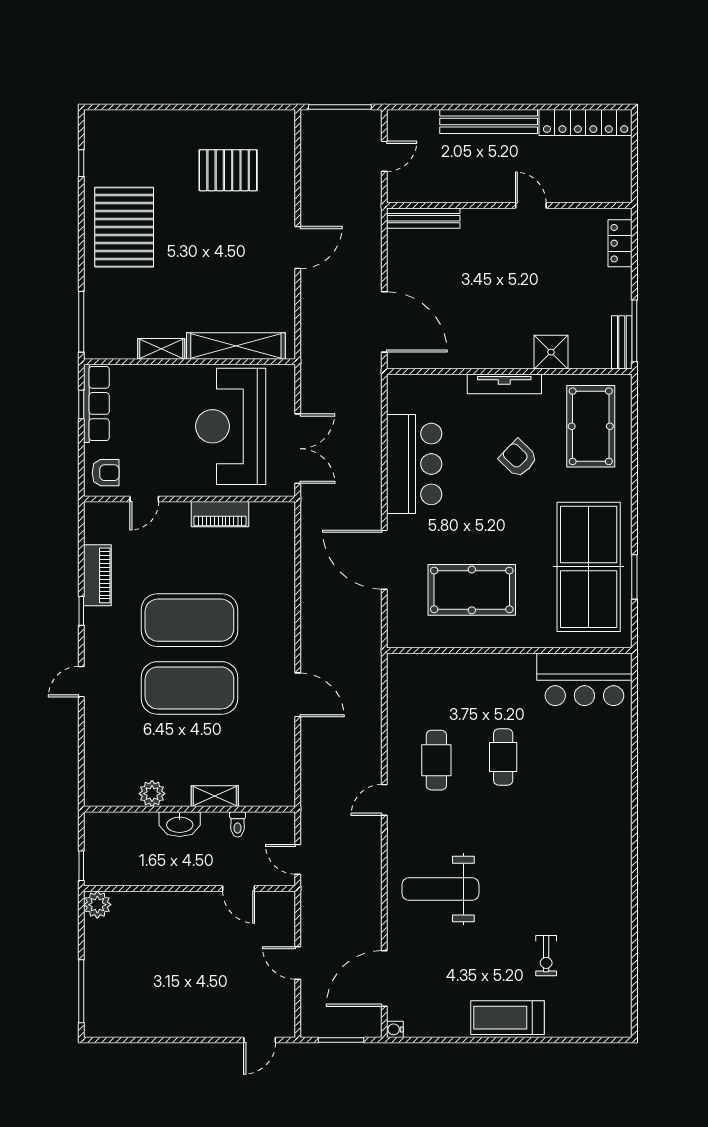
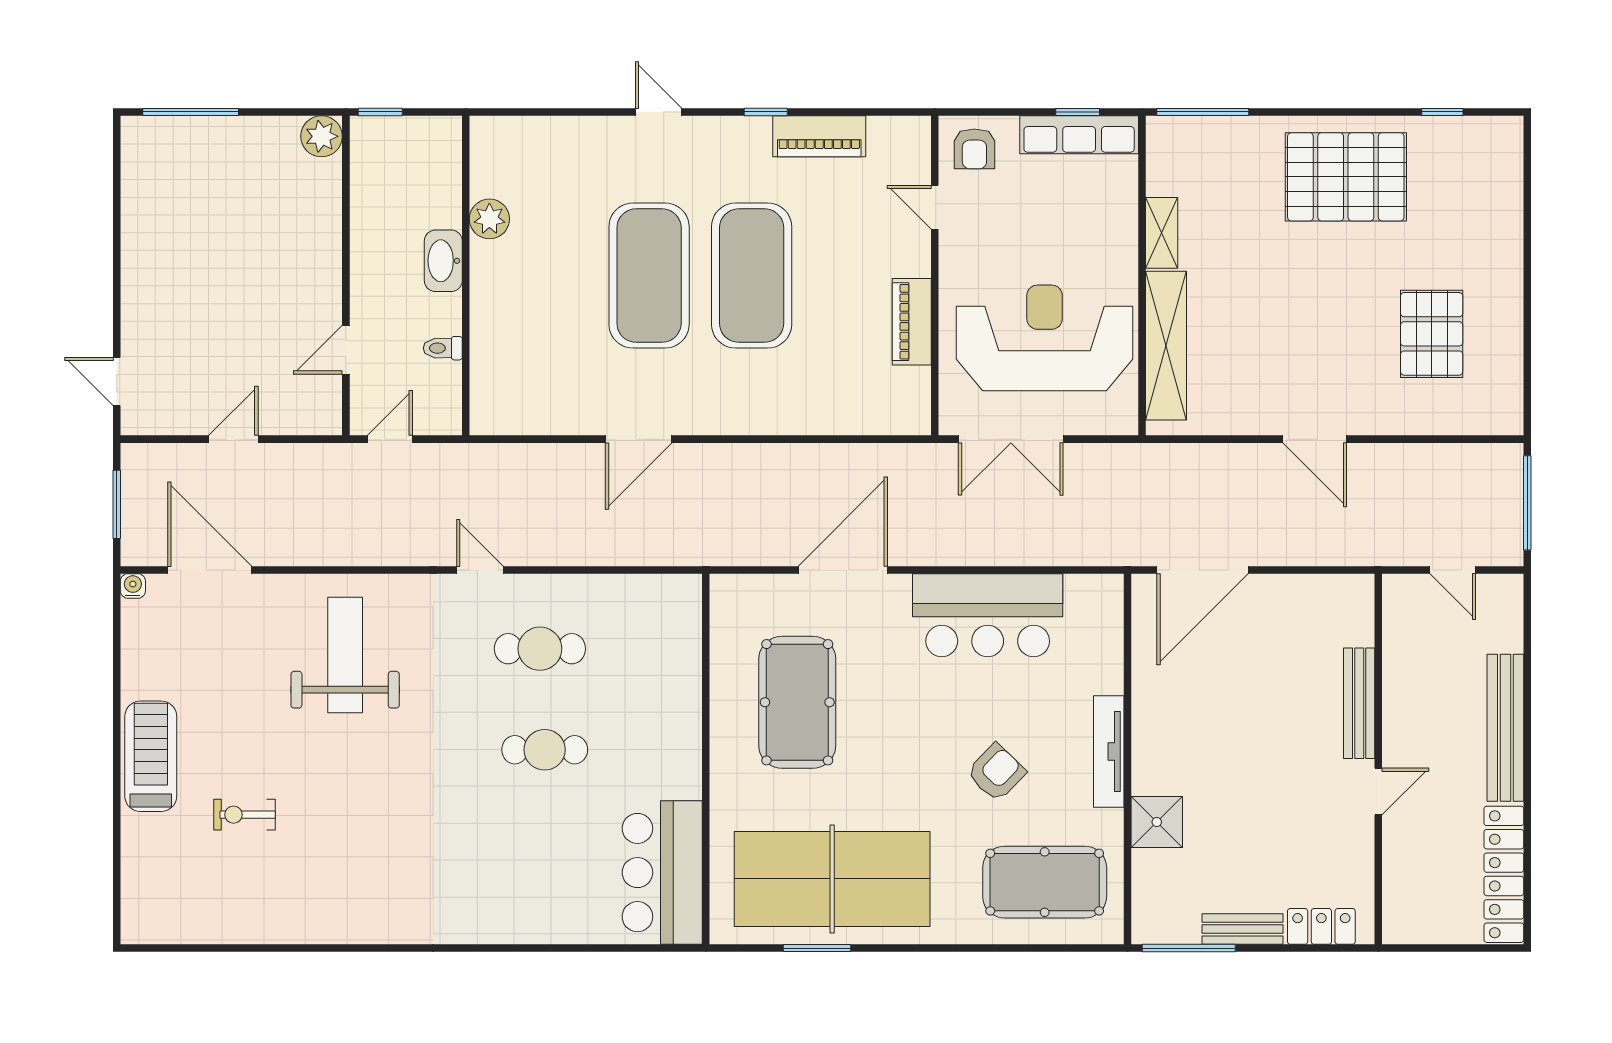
bench: (423, 218) -> (1359, 703), moved
bench: (622, 342) -> (1242, 929), moved
shelving: (215, 796) -> (485, 314), removed

